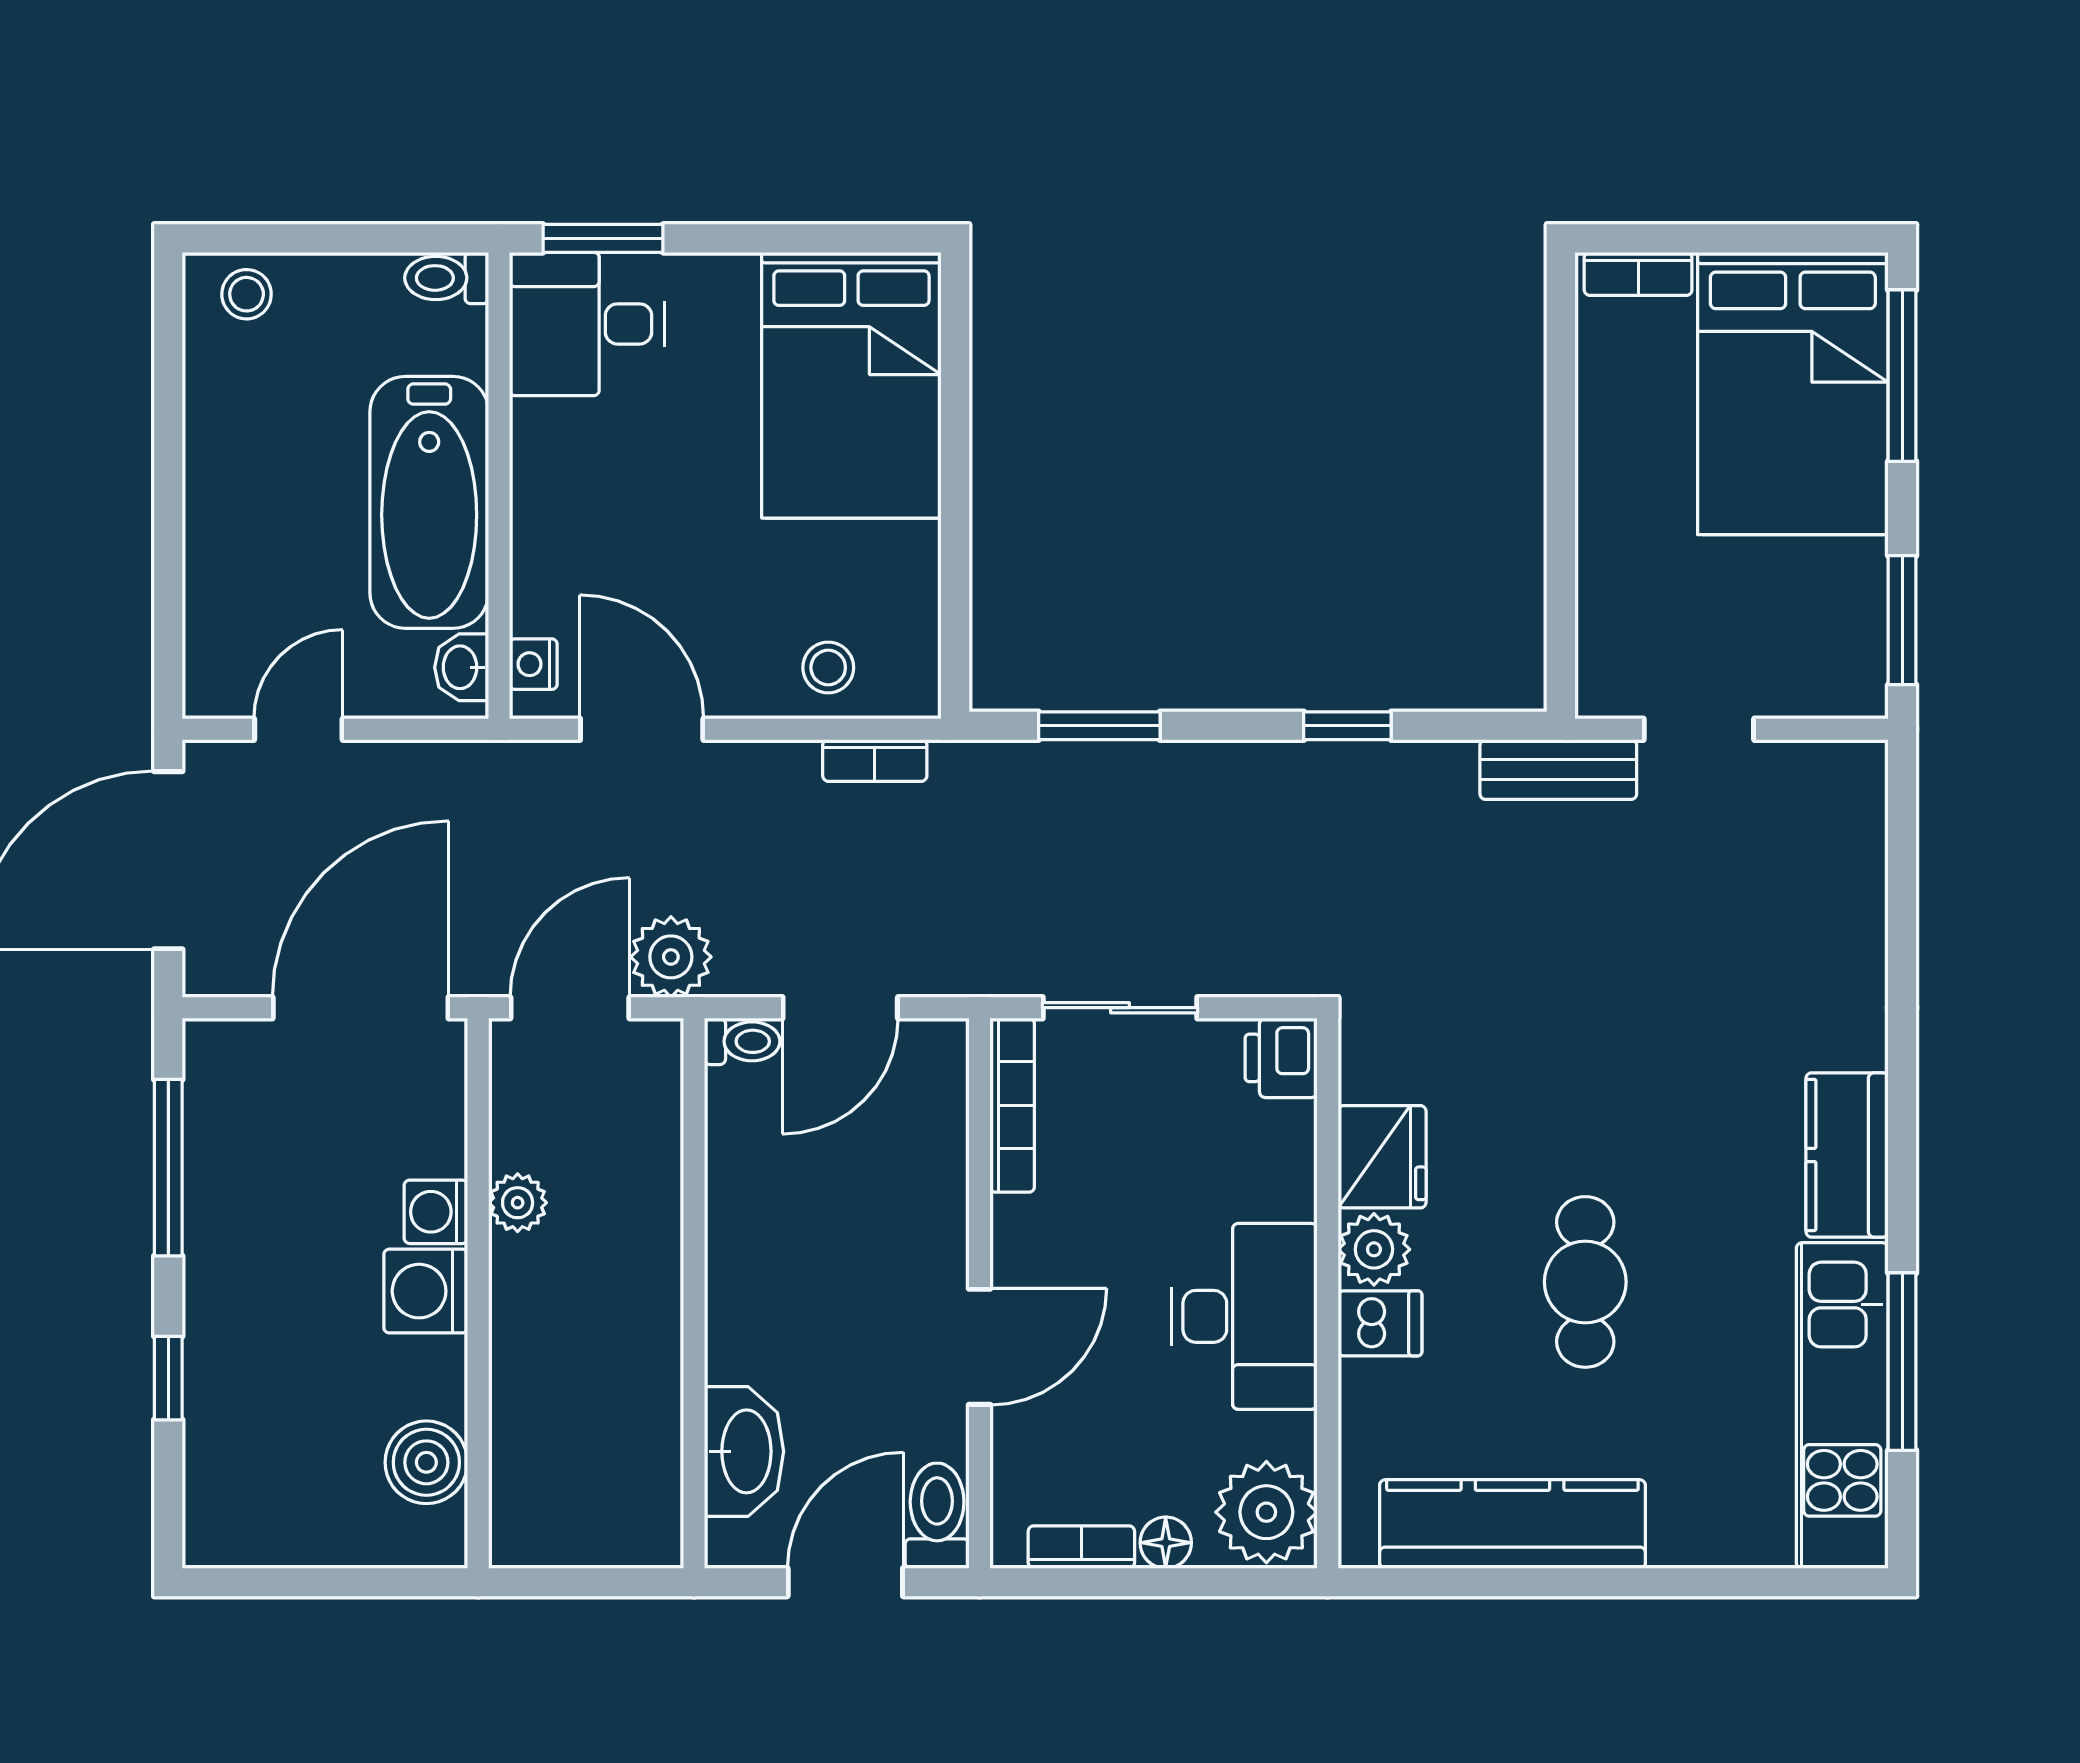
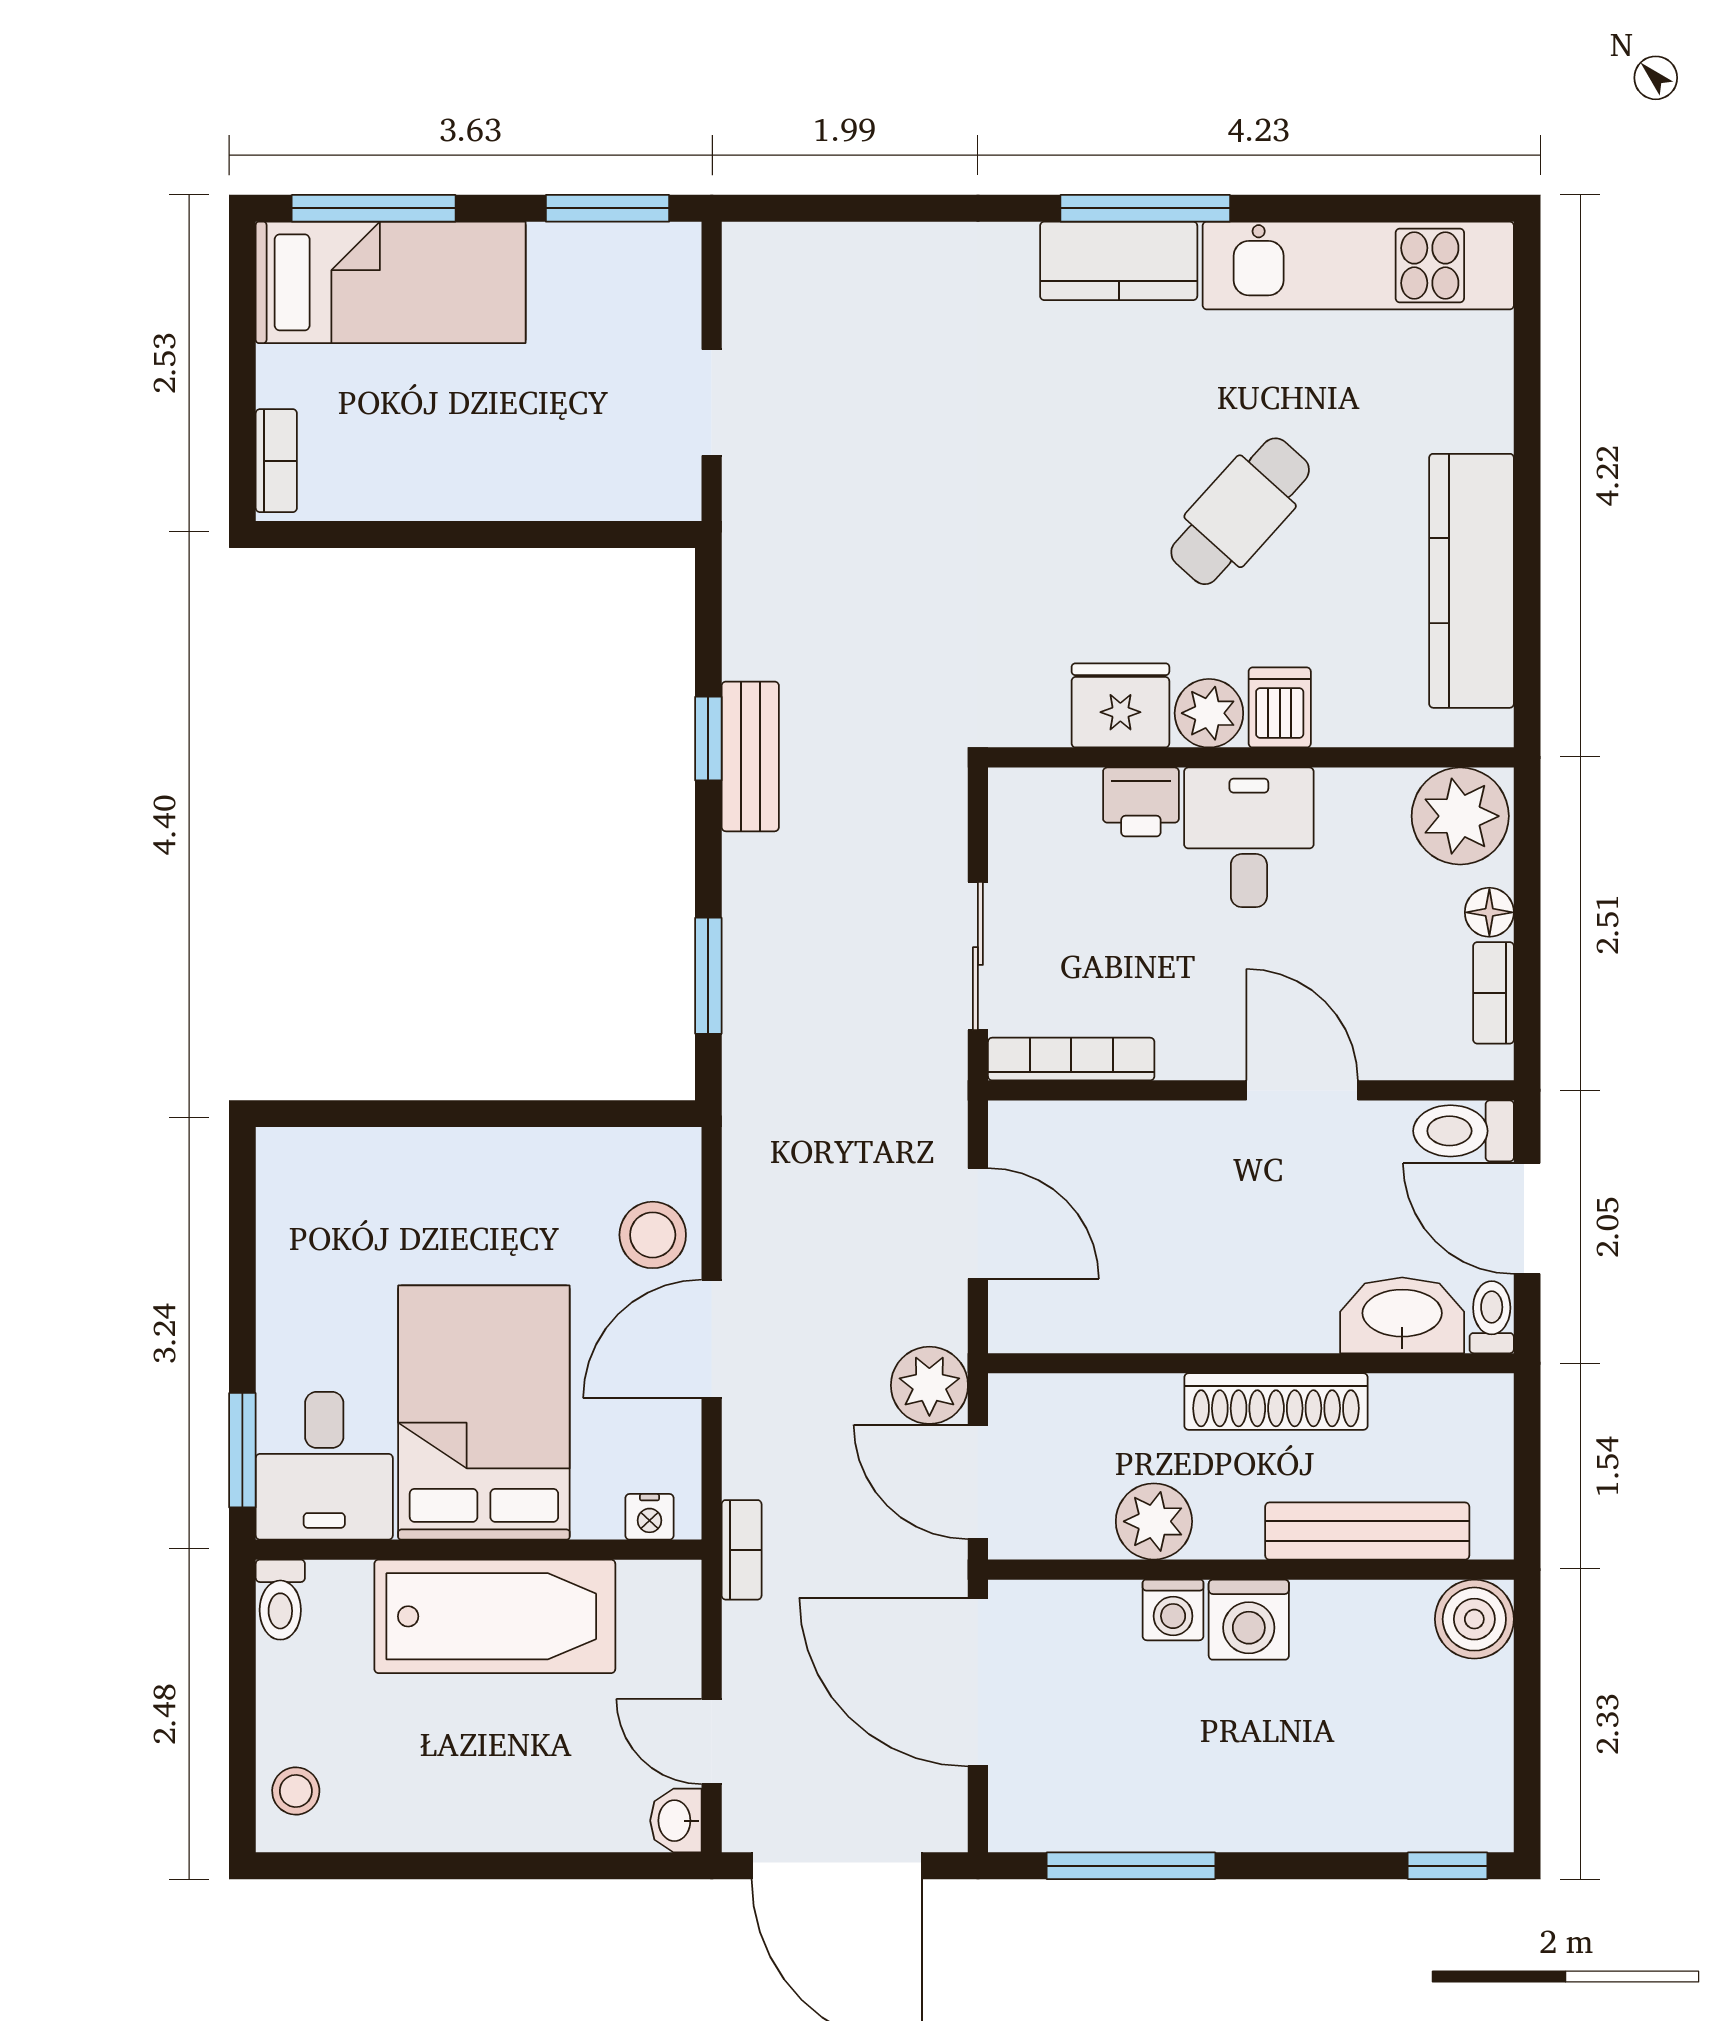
bed: (851, 385) -> (484, 1413), moved, turned -90
bed: (1793, 393) -> (391, 282), width x0.67
washbasin: (462, 667) -> (676, 1821), moved, turned 90
stool: (828, 668) -> (653, 1235), width x1.37, depth x1.37
door: (642, 729) -> (712, 1339), moved
bookcase: (875, 760) -> (742, 1550), moved
bench: (1558, 770) -> (750, 756), moved
toilet: (742, 1041) -> (1492, 1317), moved
printer: (1281, 1058) -> (1141, 802), moved
plant: (518, 1203) -> (1154, 1521), width x1.38, depth x1.38
cafe table: (1585, 1282) -> (1240, 511), turned -48
desk: (1244, 1316) -> (1249, 837), width x0.73
shoe rack: (654, 1319) -> (1276, 1402), added
window: (1902, 1362) -> (1145, 208), moved
window: (168, 1378) -> (1448, 1866), moved
bench: (518, 1415) -> (1367, 1531), added
boiler: (426, 1462) -> (1474, 1619), moved

